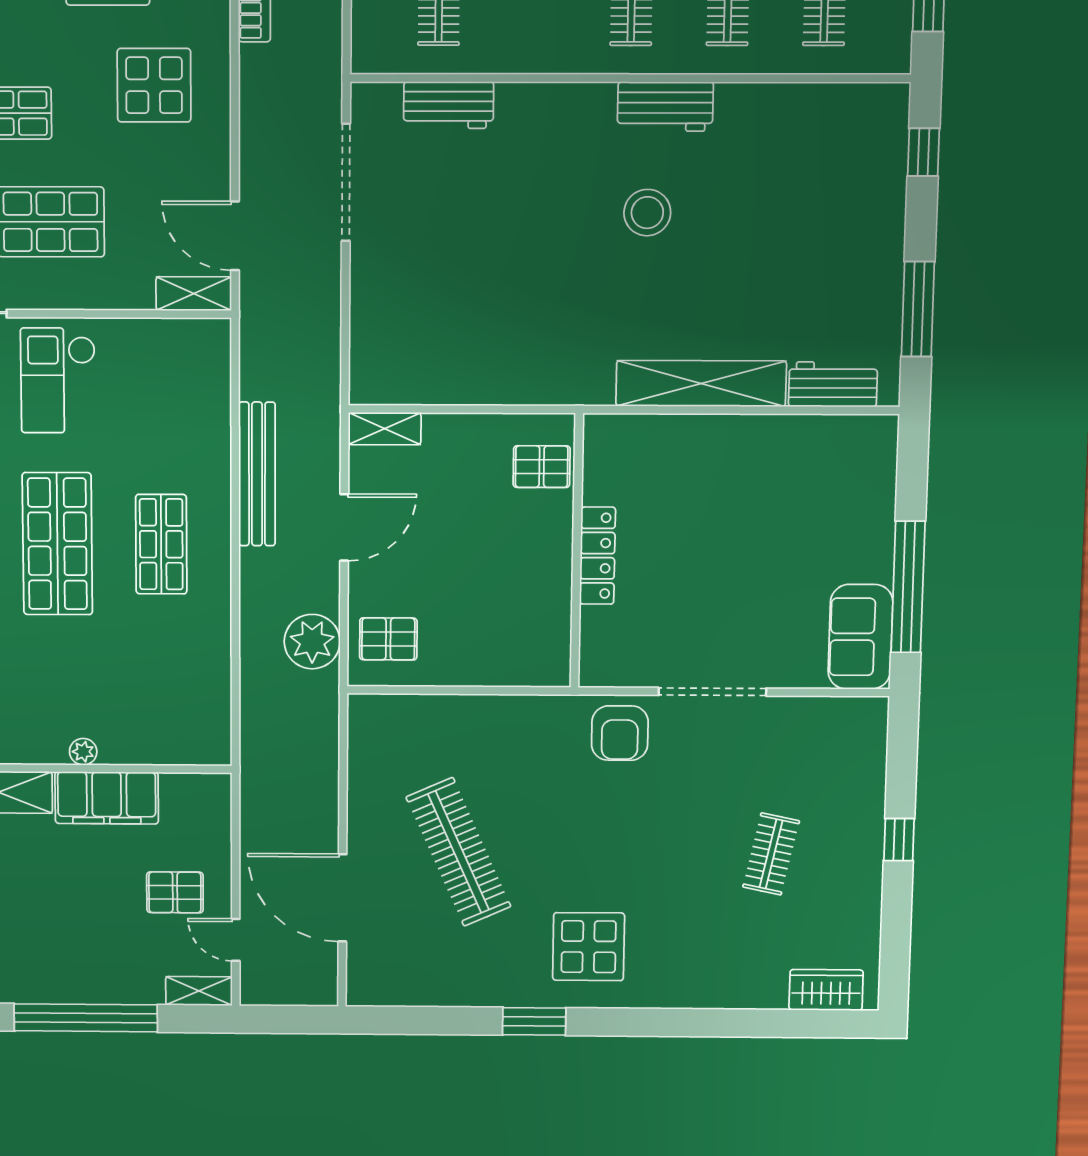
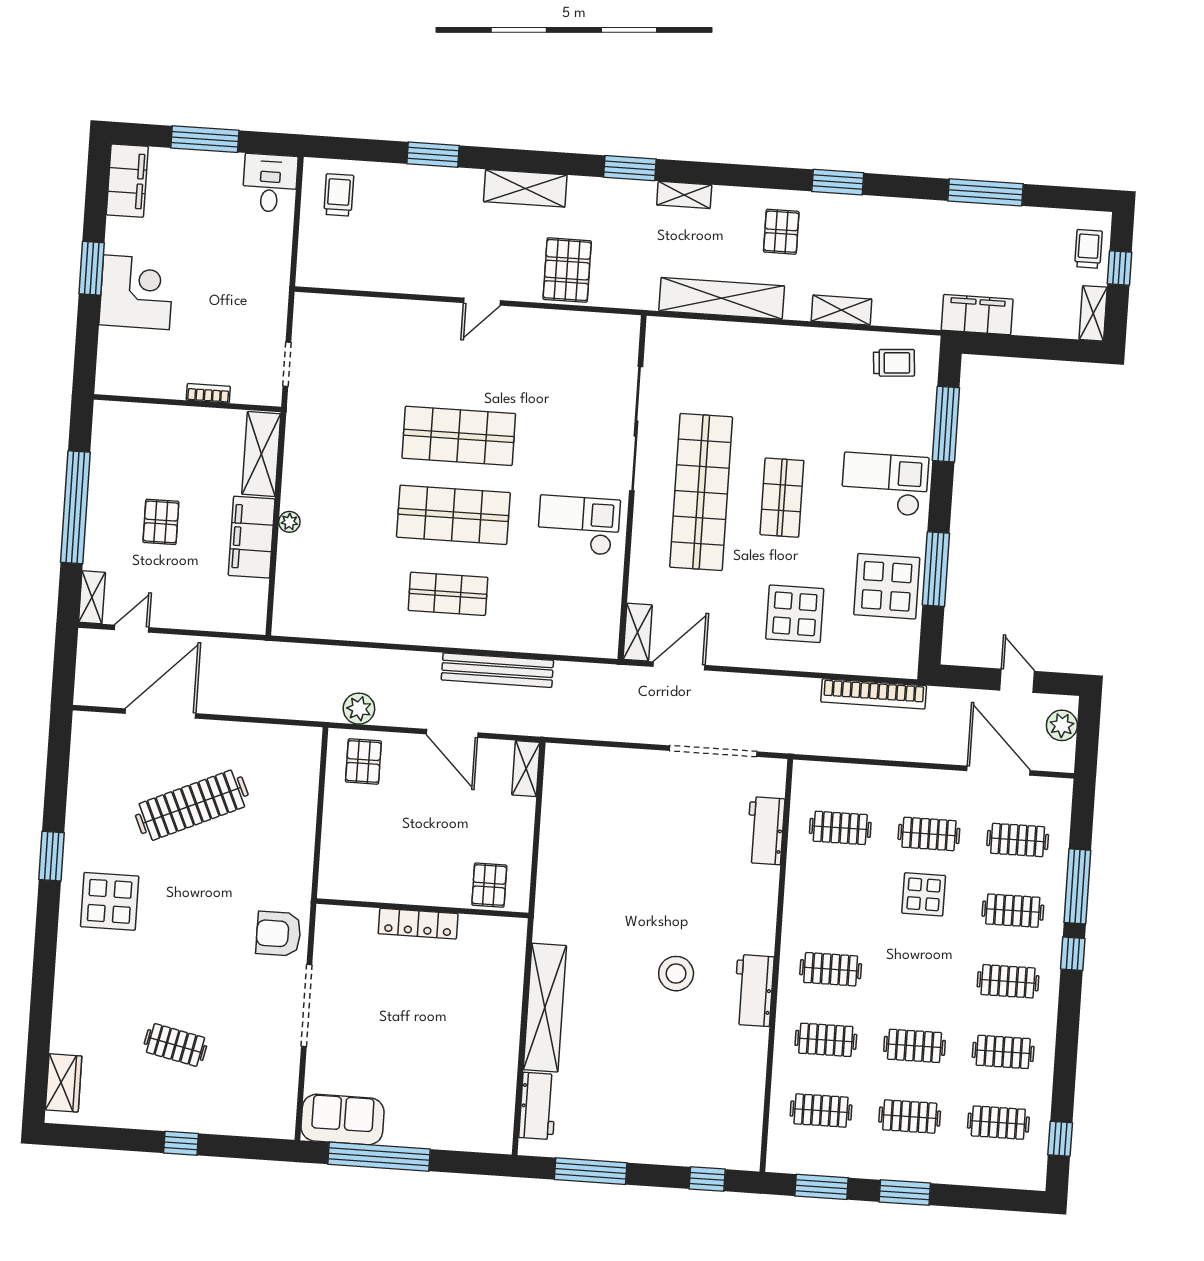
plant: (312, 642) -> (359, 709), width x0.73, depth x0.73
pallet: (175, 892) -> (161, 522), moved

